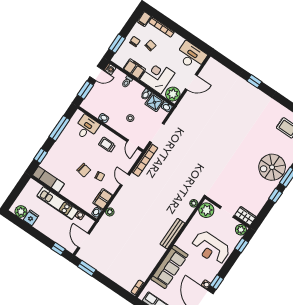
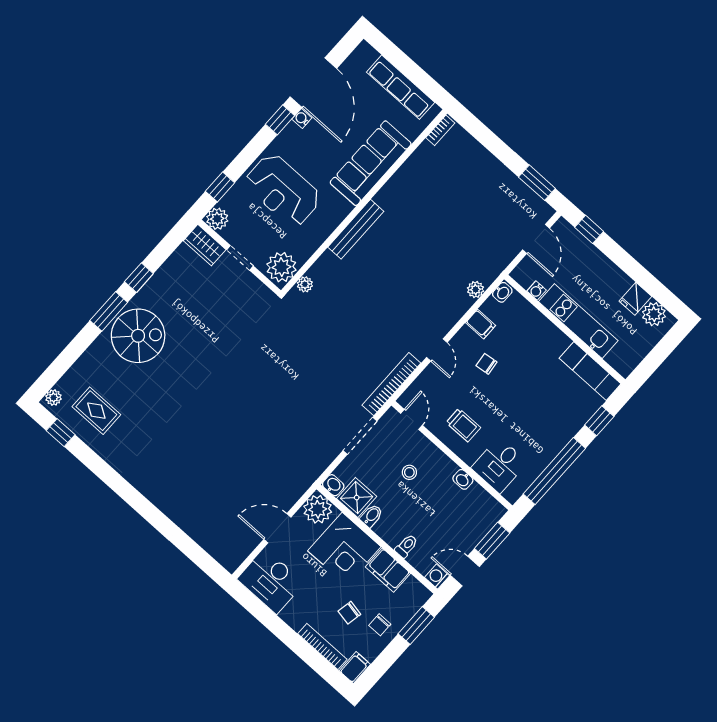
window: (254, 81) -> (150, 513), removed
window: (59, 128) -> (554, 471), width x1.46
chair: (84, 170) -> (517, 380), removed
filing cabinet: (103, 199) -> (481, 324), width x0.50
reception desk: (211, 248) -> (283, 190), turned 180

